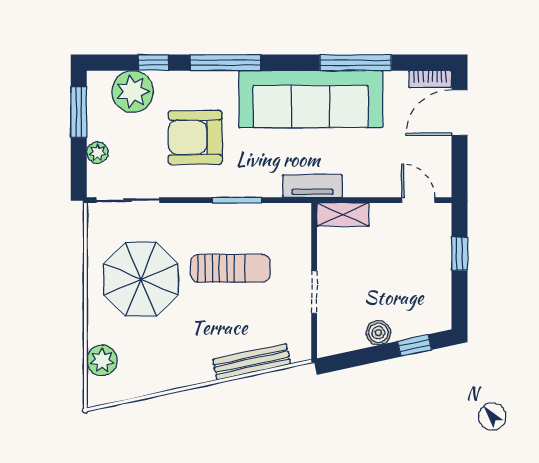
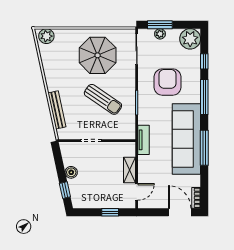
window: (356, 63) -> (204, 148), moved
plant: (133, 91) -> (190, 39), moved
window: (79, 112) -> (160, 25), moved
shelving: (343, 214) -> (129, 170), moved
sun lounger: (230, 268) -> (103, 99), turned -56
plant: (102, 360) -> (46, 36), moved

